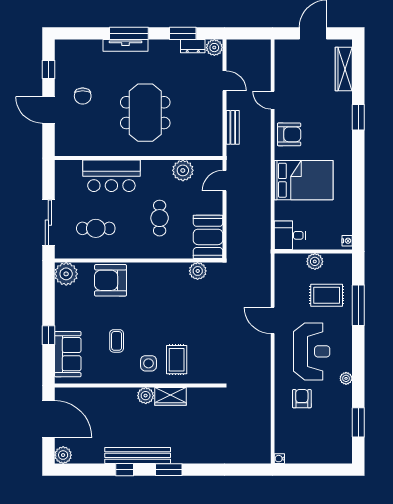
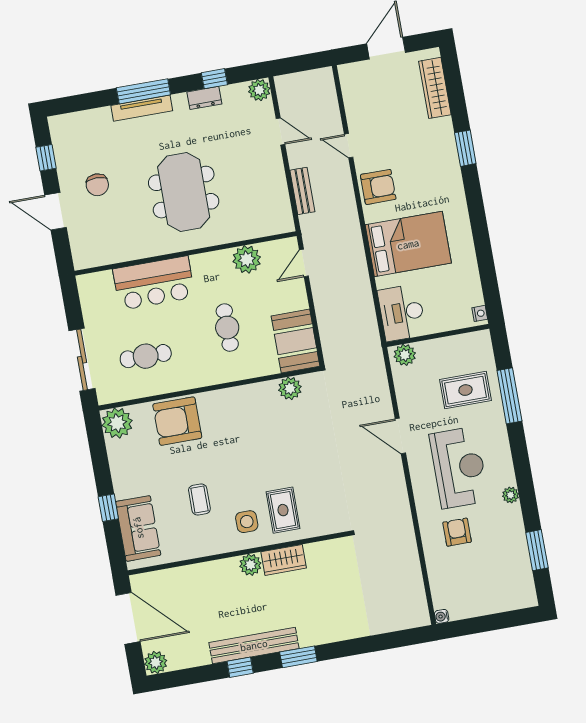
window: (183, 33) -> (214, 79), width x0.67
dresser: (193, 46) -> (204, 98), moved
desk: (290, 235) -> (402, 313), width x1.37
plant: (315, 261) -> (405, 355), moved

